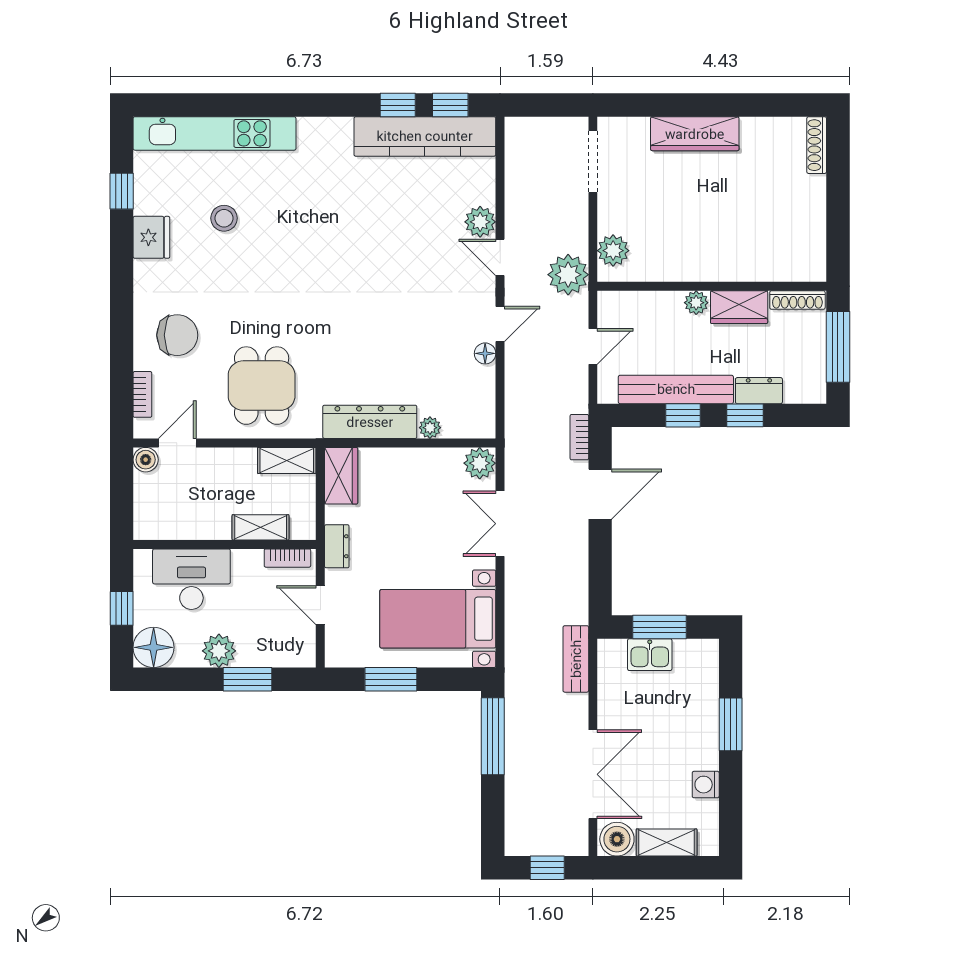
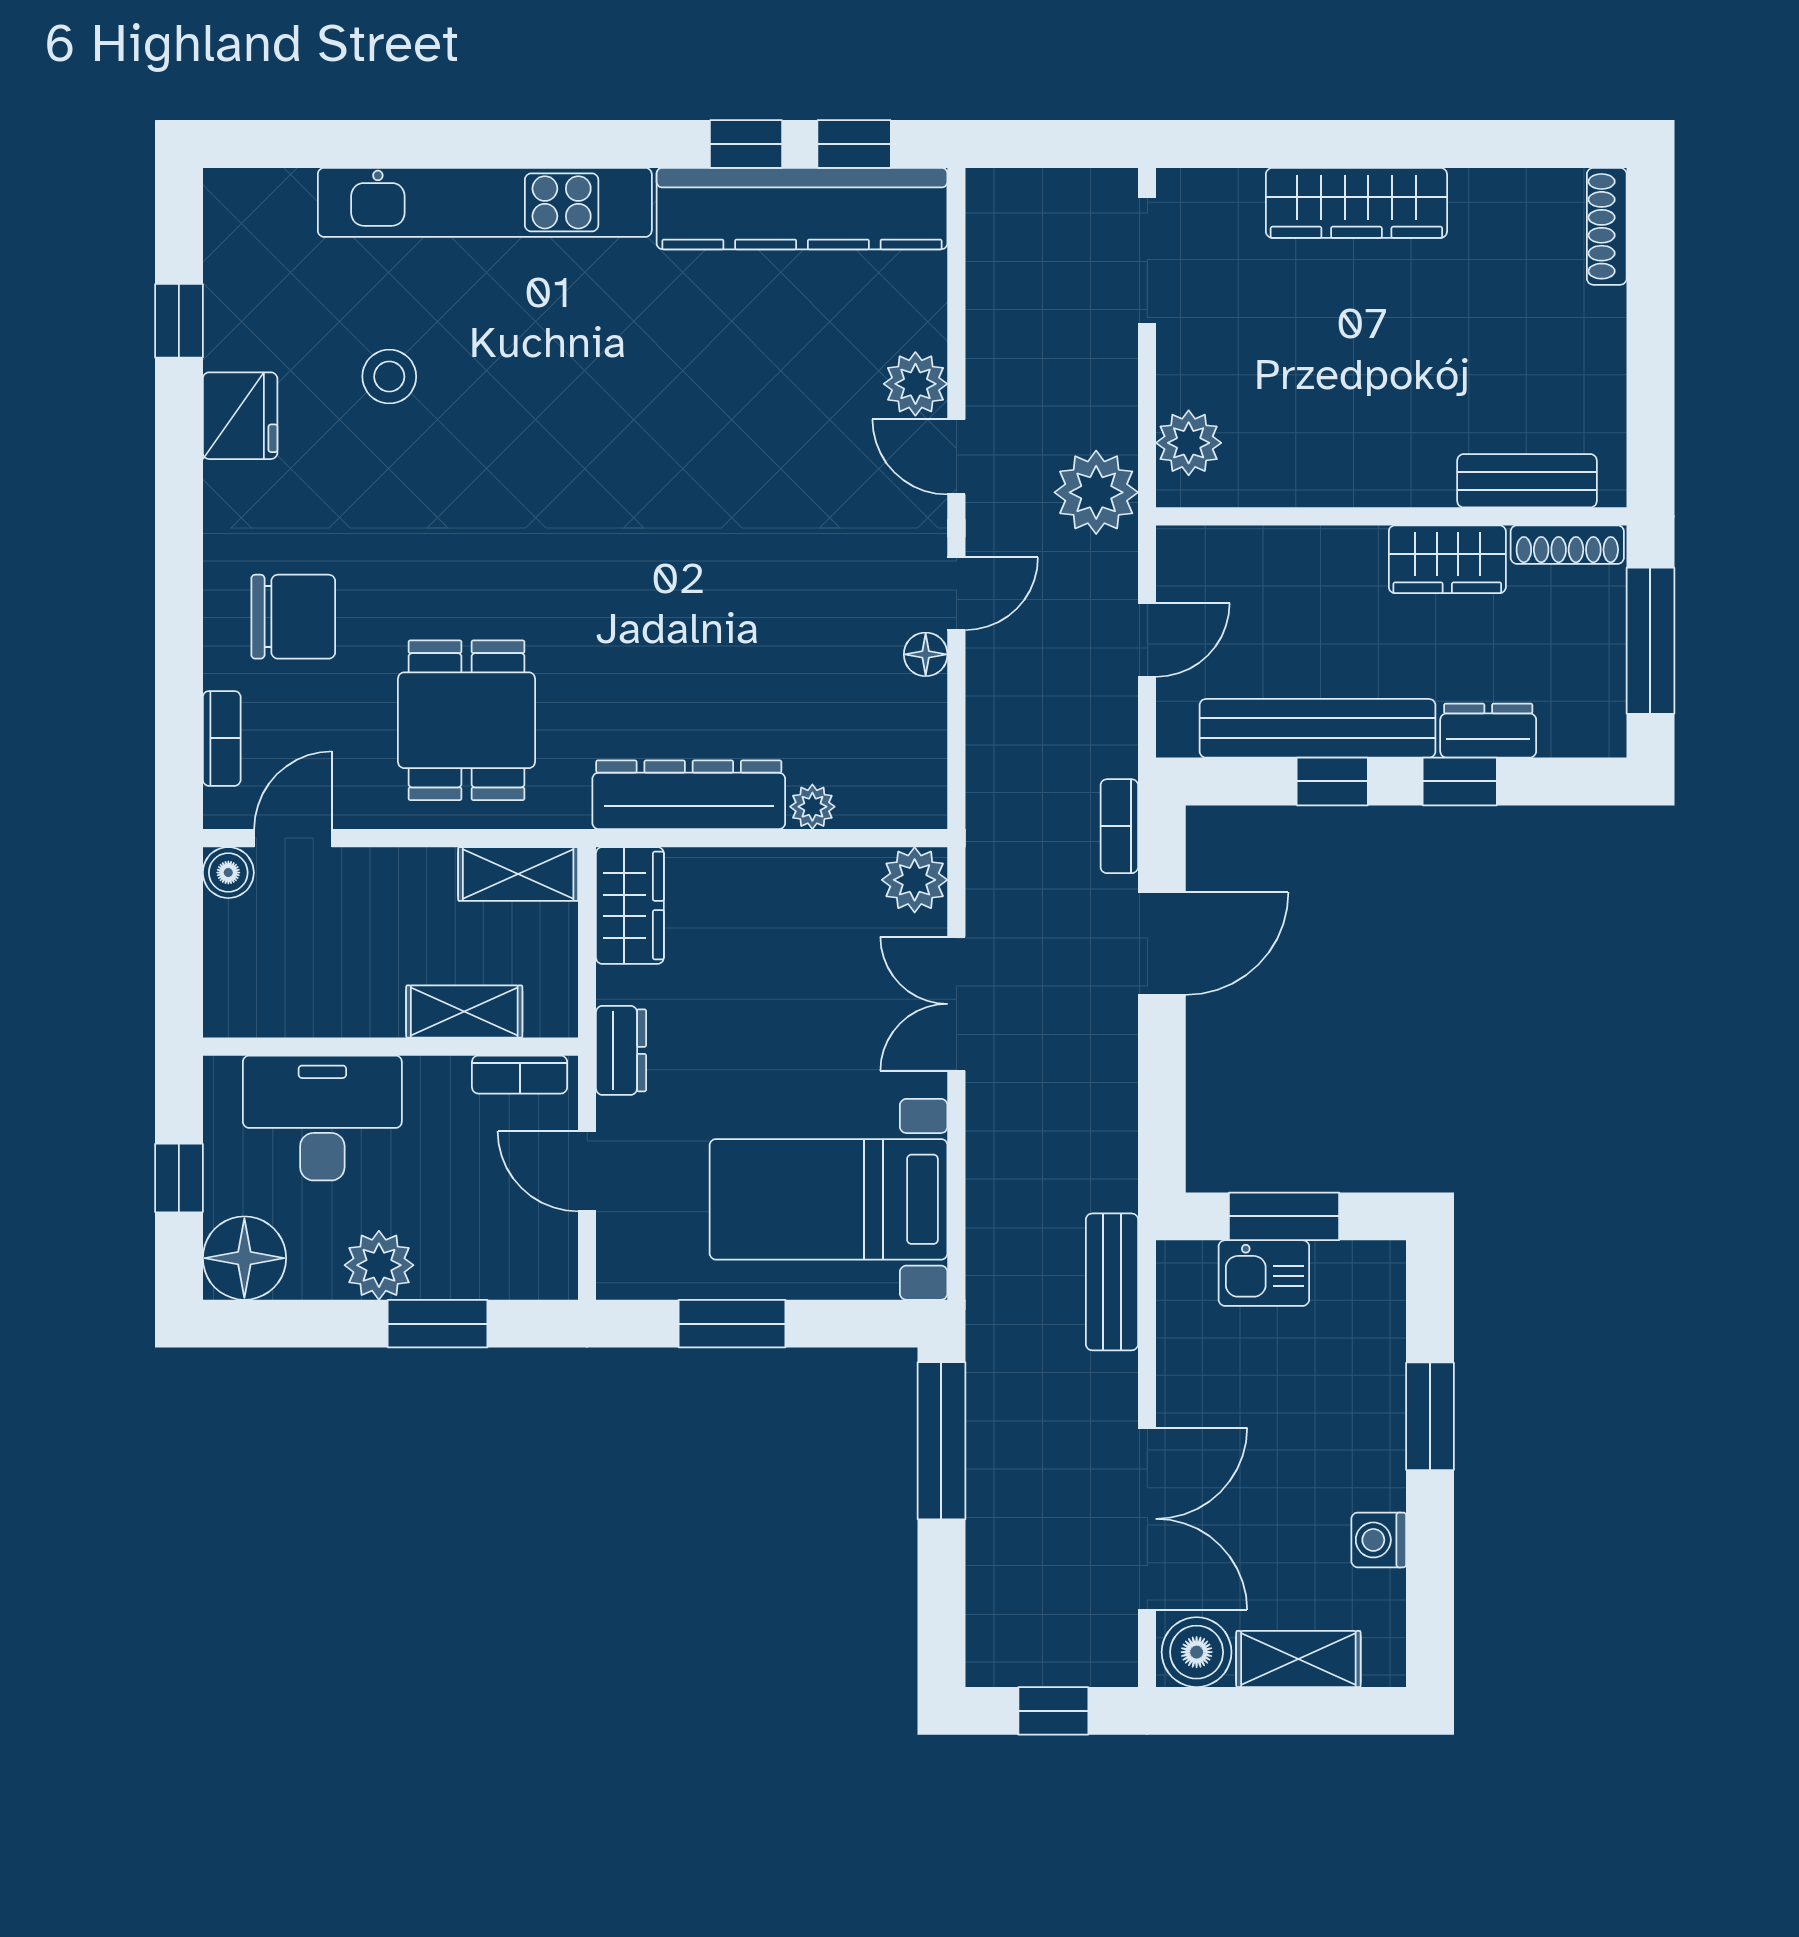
kitchen unit: (215, 133) -> (485, 202), moved
bench: (778, 269) -> (1527, 481), added
plant: (696, 303) -> (1359, 550), removed

